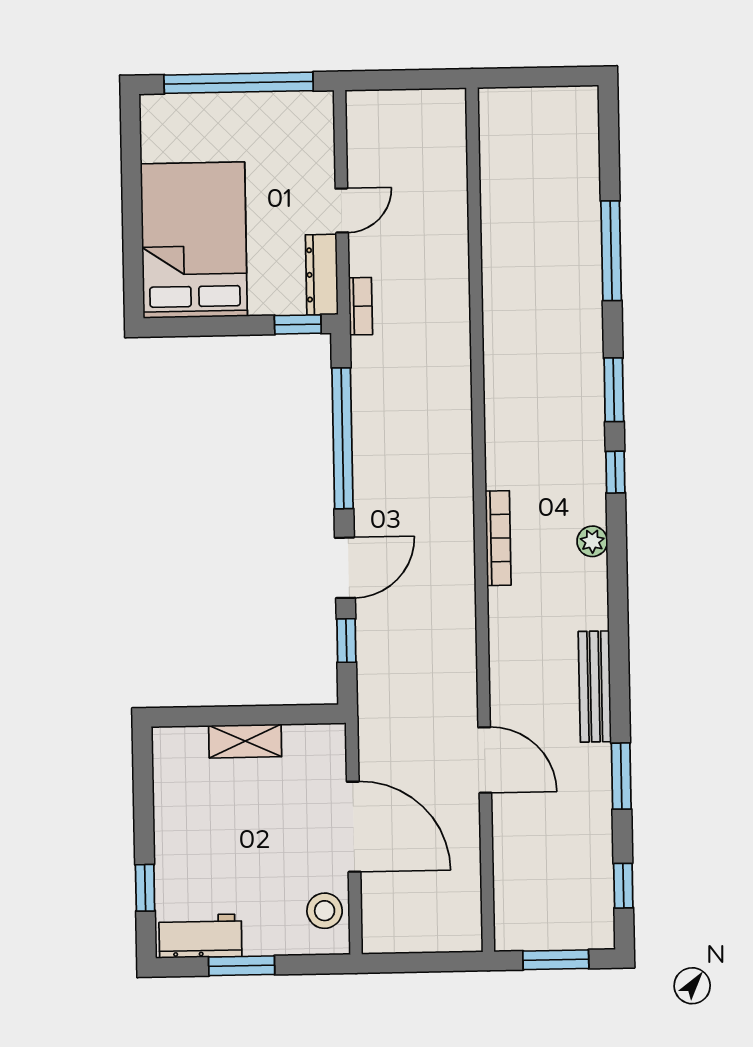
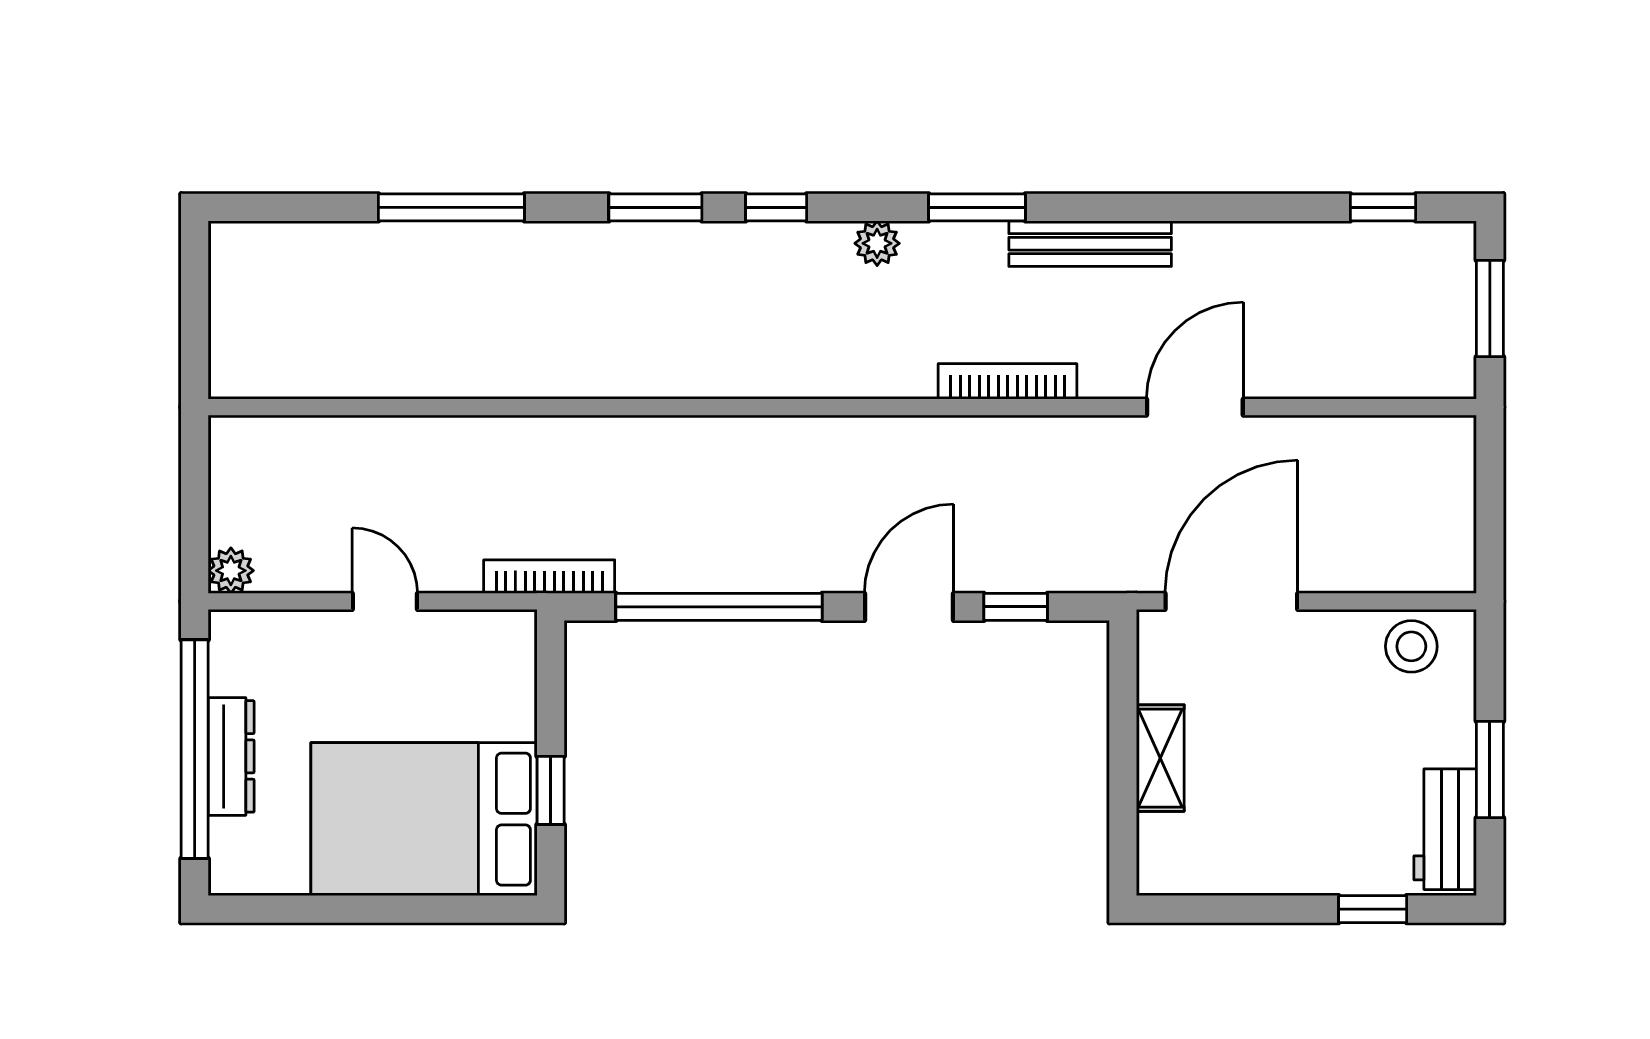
plant: (361, 105) -> (231, 571), added
dresser: (322, 275) -> (231, 756), moved, turned -90
bookcase: (361, 306) -> (549, 577), width x1.56
window: (298, 324) -> (551, 790), moved
bookcase: (498, 538) -> (1008, 381), moved
door: (345, 568) -> (909, 607), hinge flipped
window: (621, 776) -> (977, 207), moved
door: (354, 827) -> (1231, 601), moved

